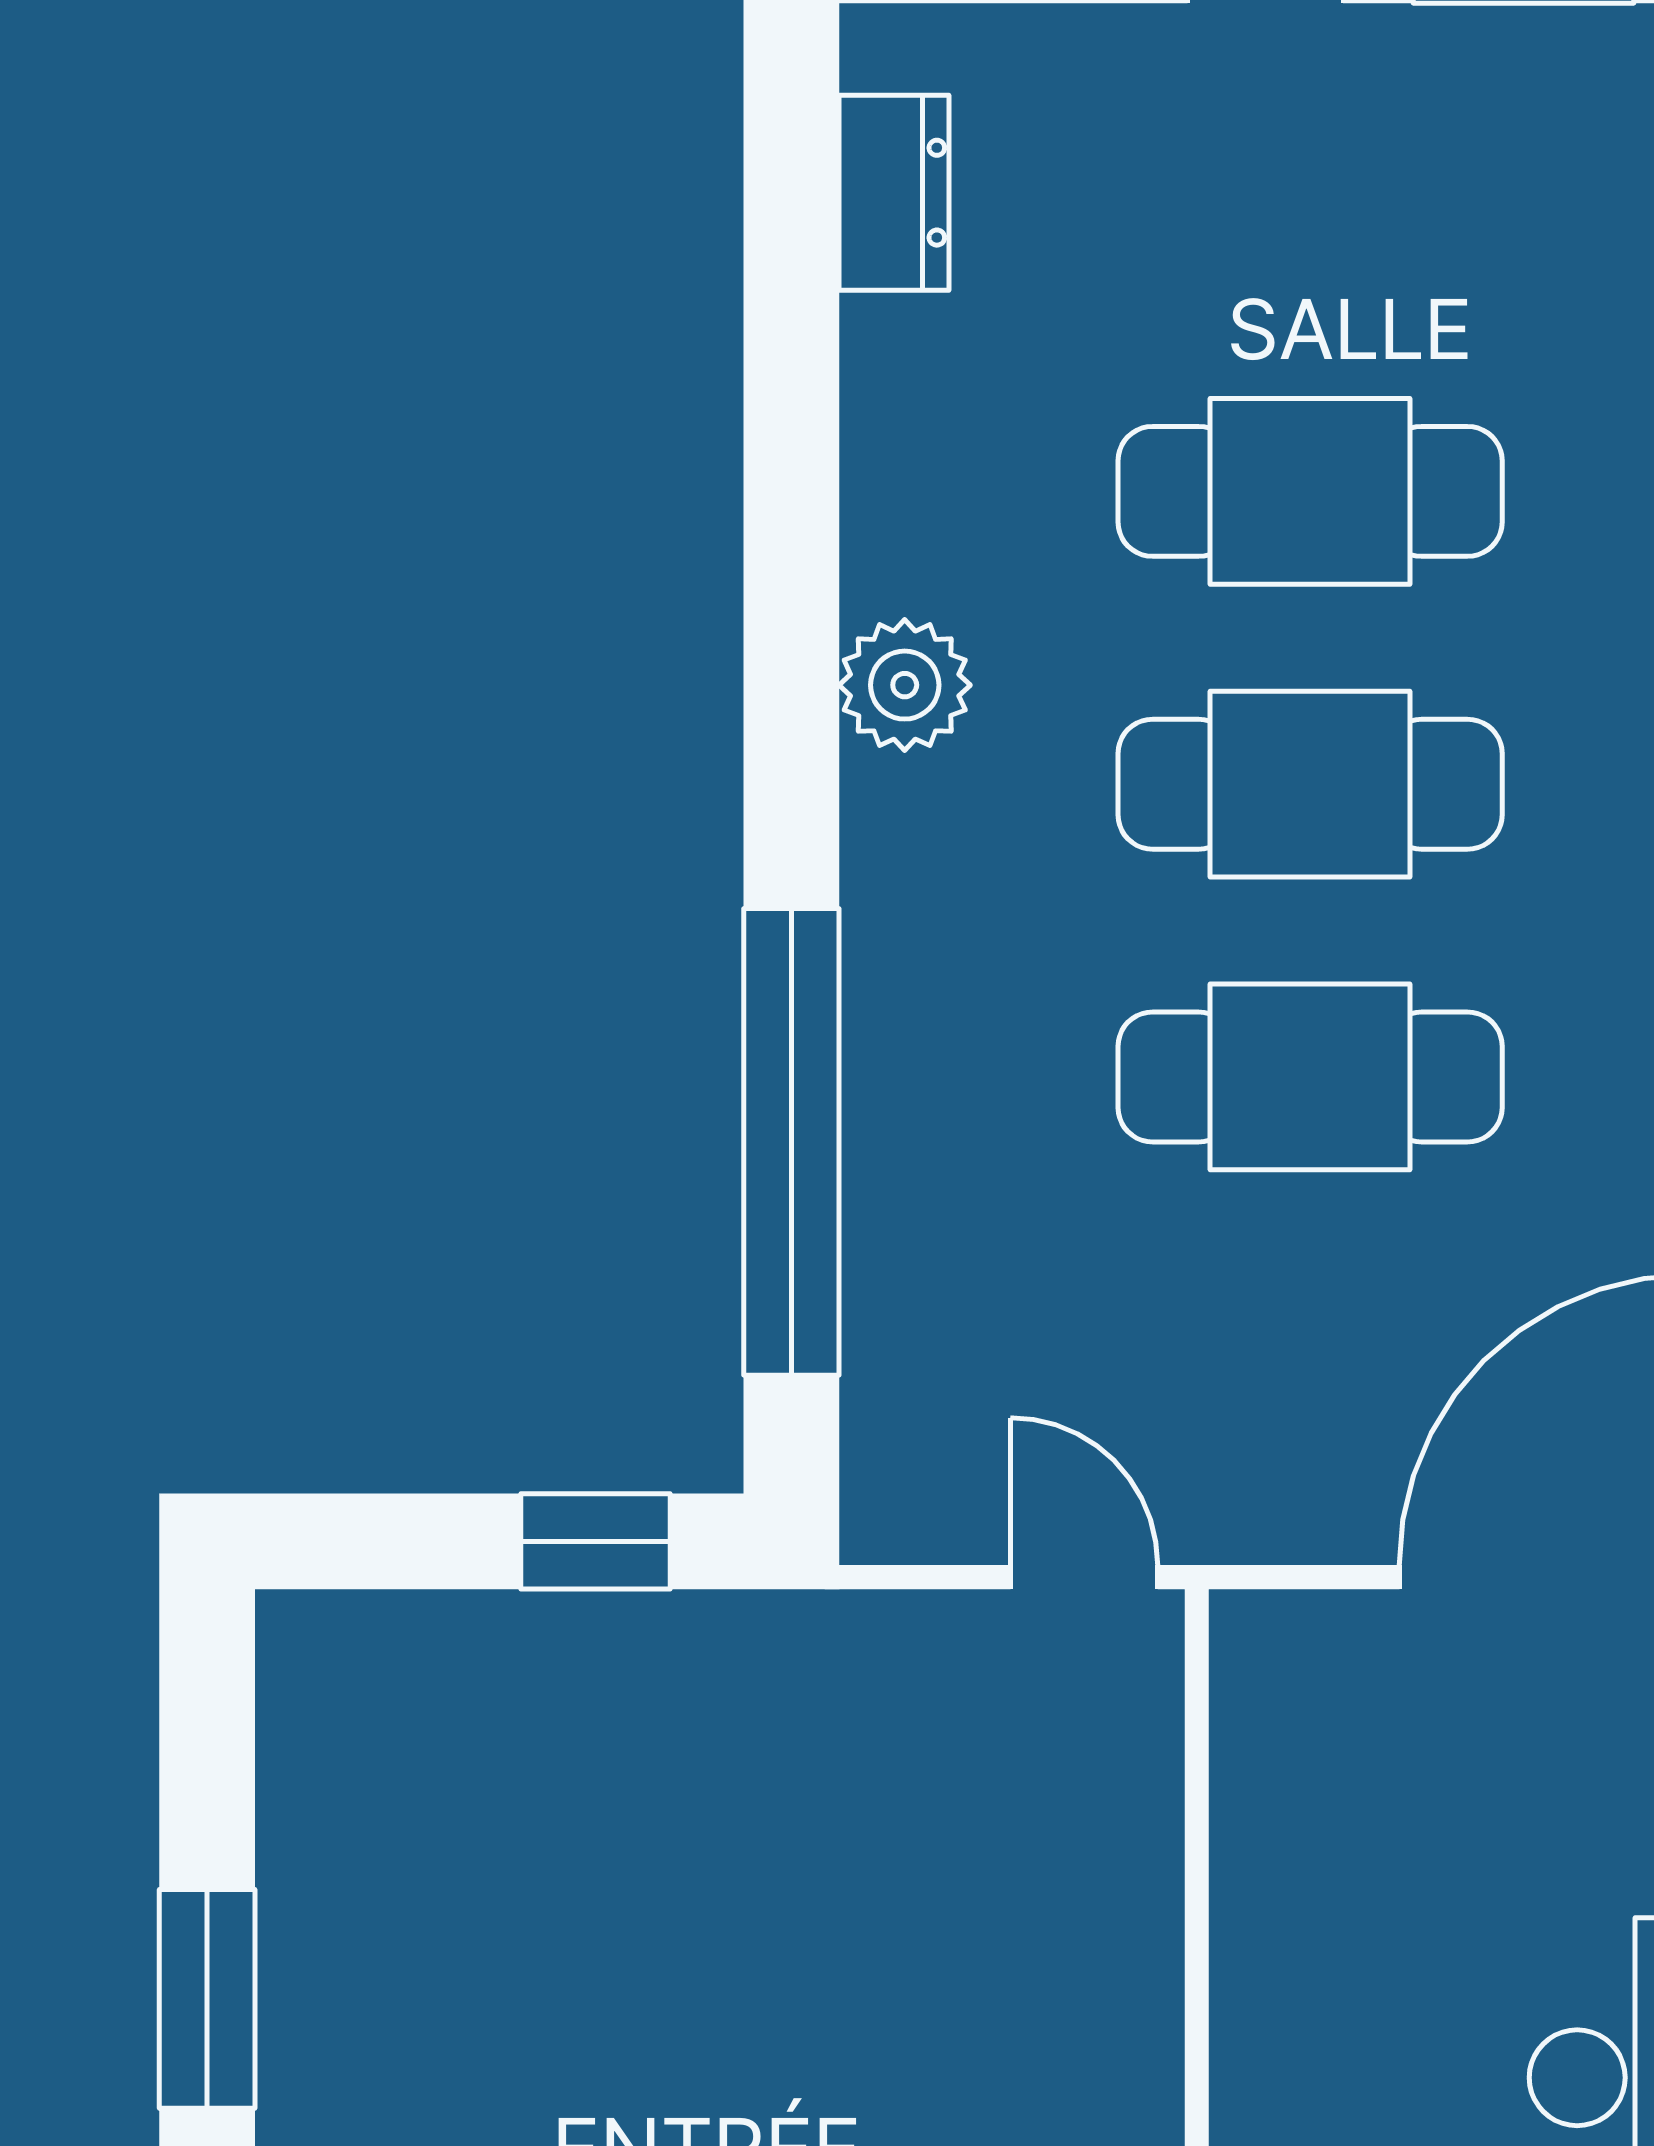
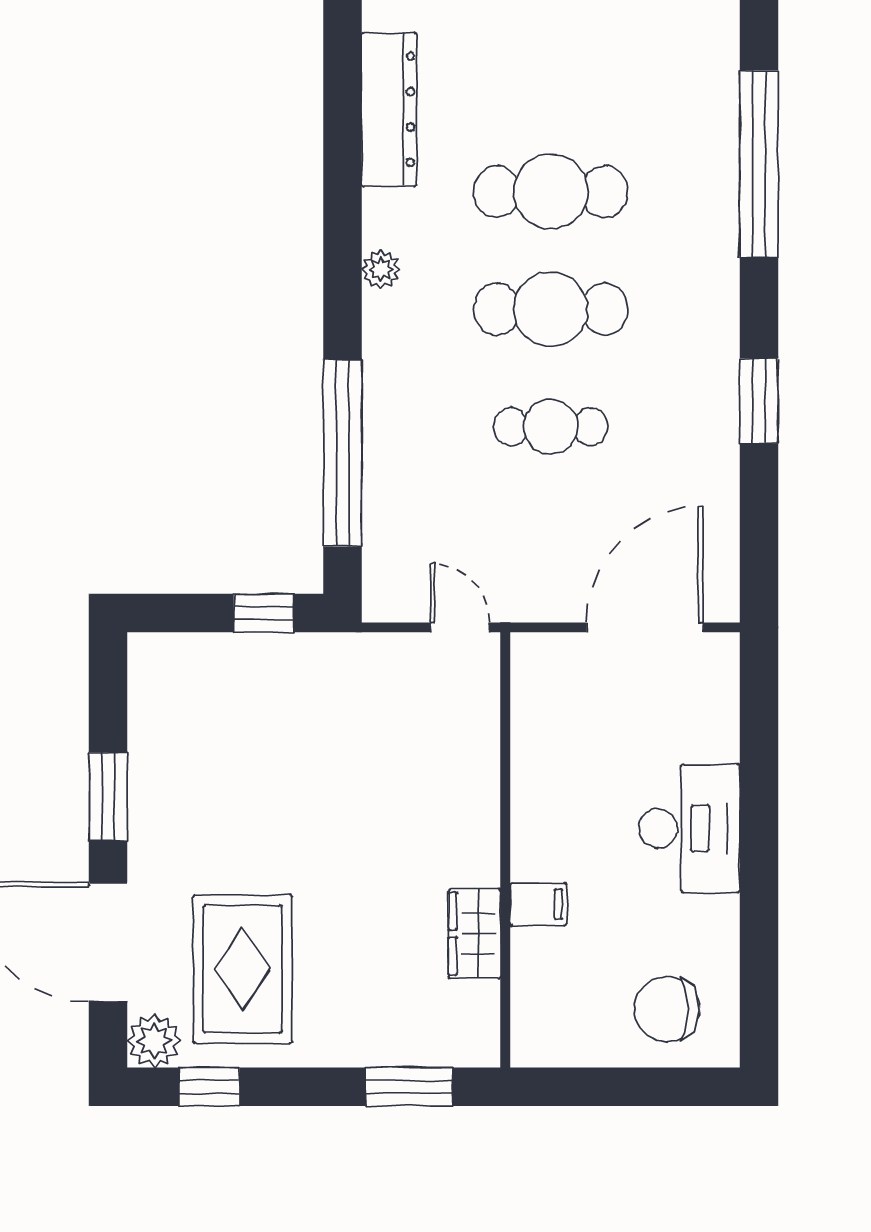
dresser: (894, 193) -> (389, 109), width x1.96, depth x1.24
plant: (905, 685) -> (381, 269), width x0.73, depth x0.73
cafe table: (1310, 1077) -> (551, 427), width x0.73, depth x0.74

